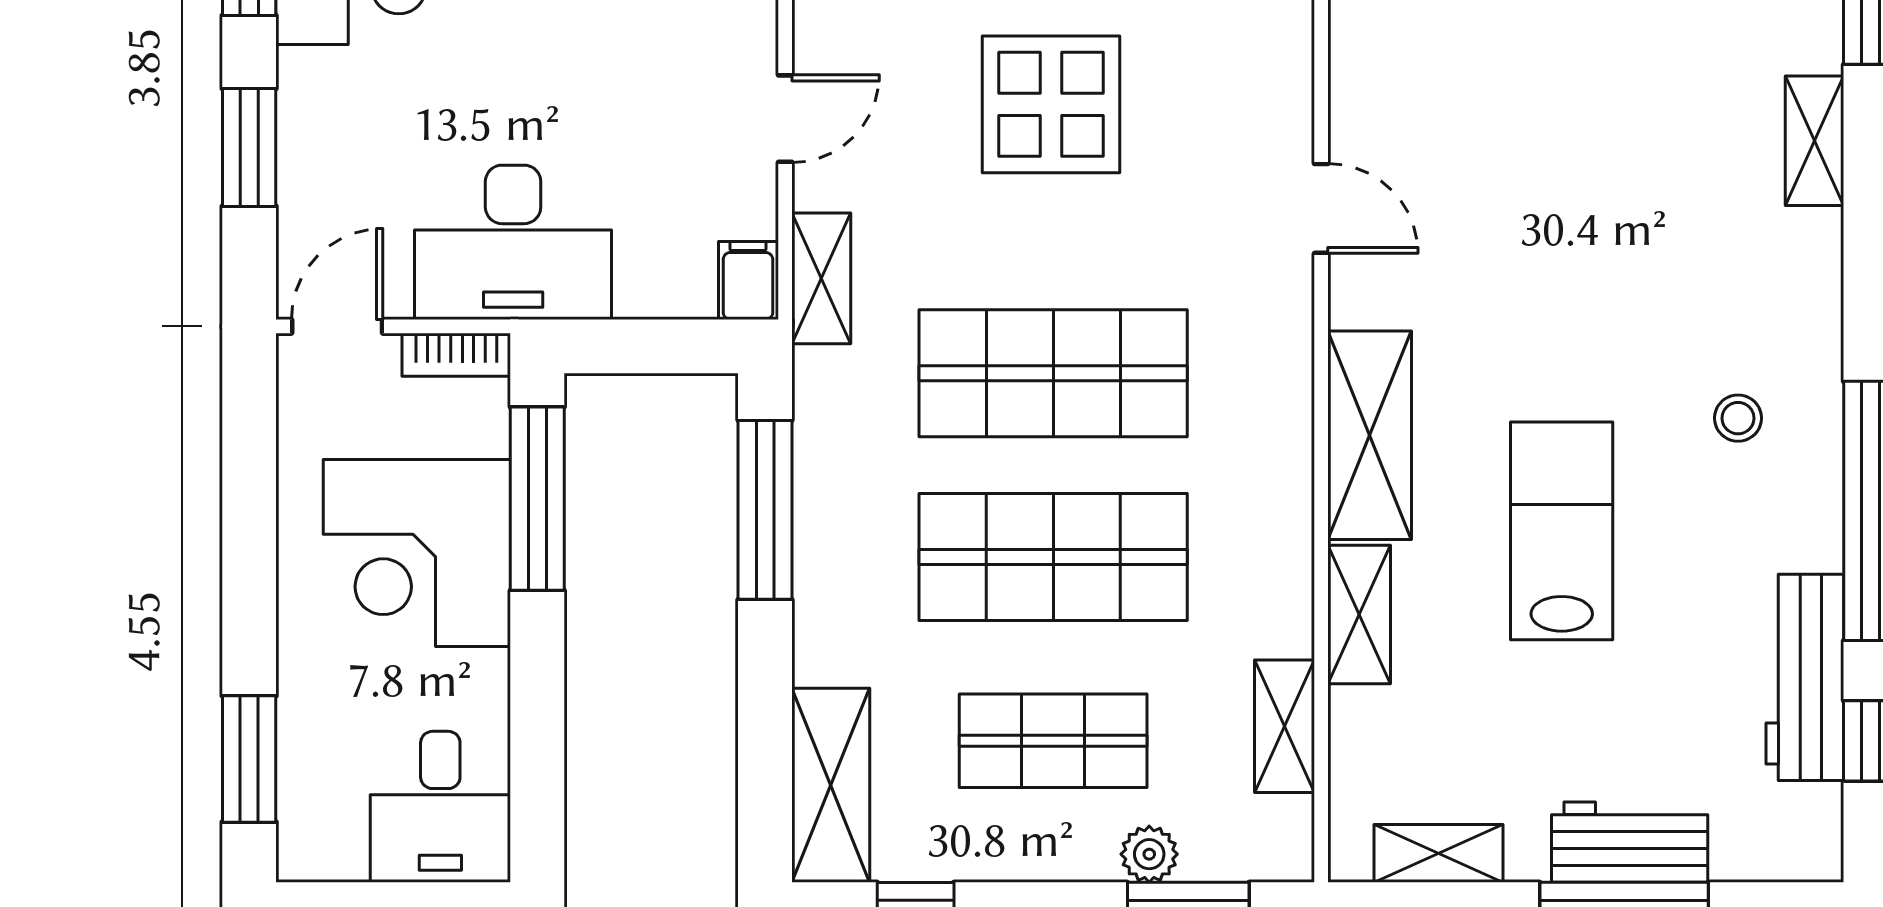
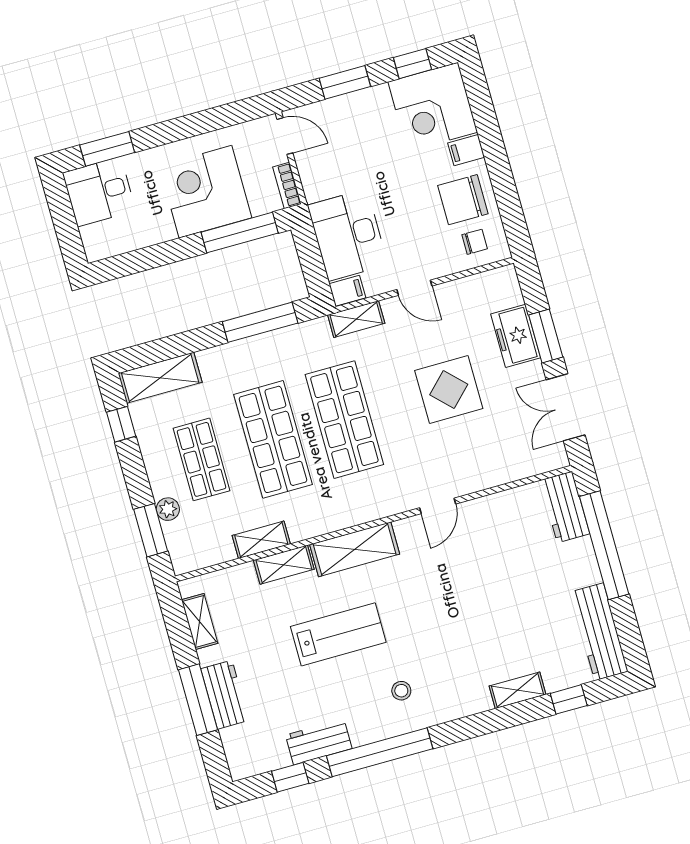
desk: (513, 242) -> (348, 235), moved
workbench: (1805, 677) -> (319, 742), width x0.73
shelving: (1285, 726) -> (261, 540), moved
desk: (440, 807) -> (99, 192), moved

